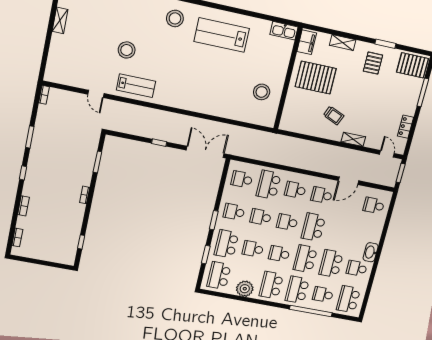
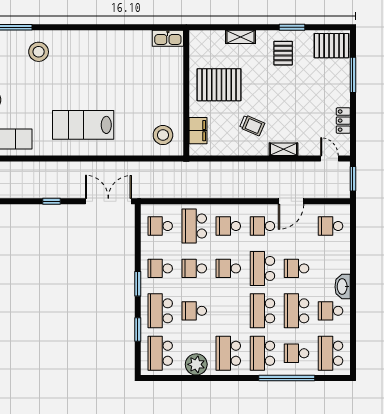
lab bench: (222, 35) -> (83, 125), moved
filing cabinet: (307, 42) -> (198, 131), moved
stool: (262, 92) -> (163, 135), moved
school desk: (279, 254) -> (297, 268), moved

